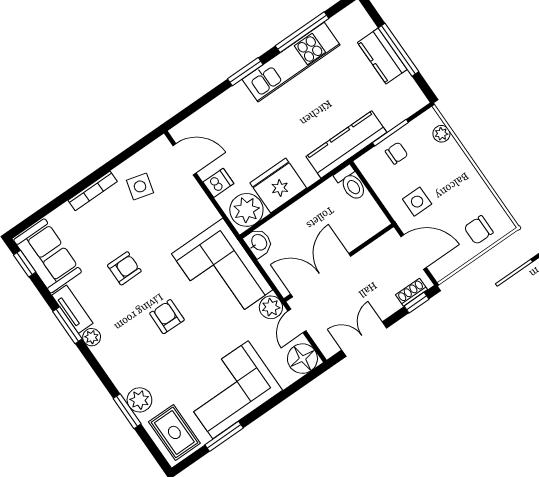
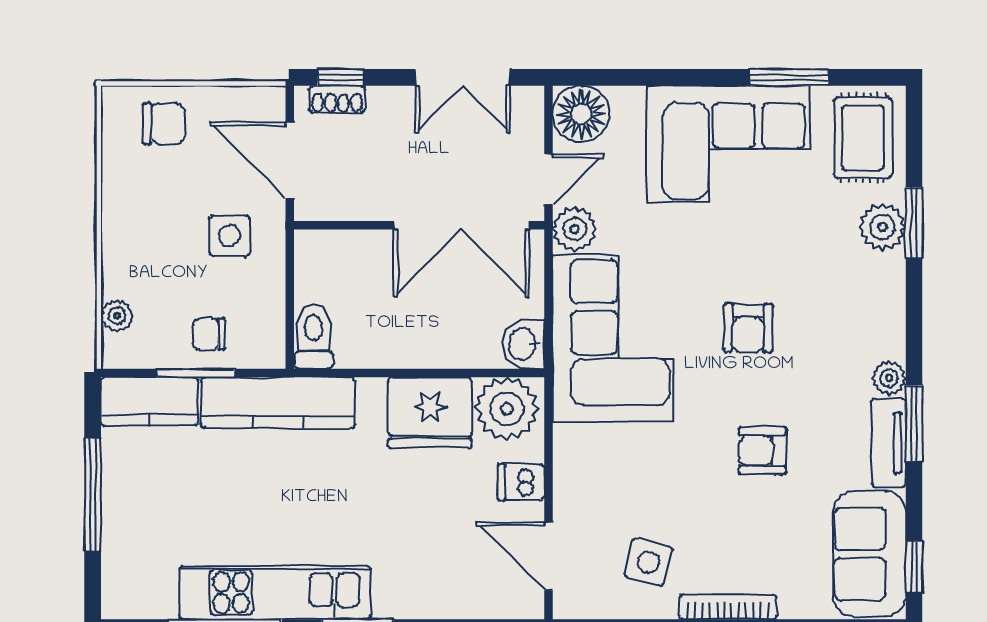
kitchen counter: (382, 56) -> (149, 401), moved, turned 90

